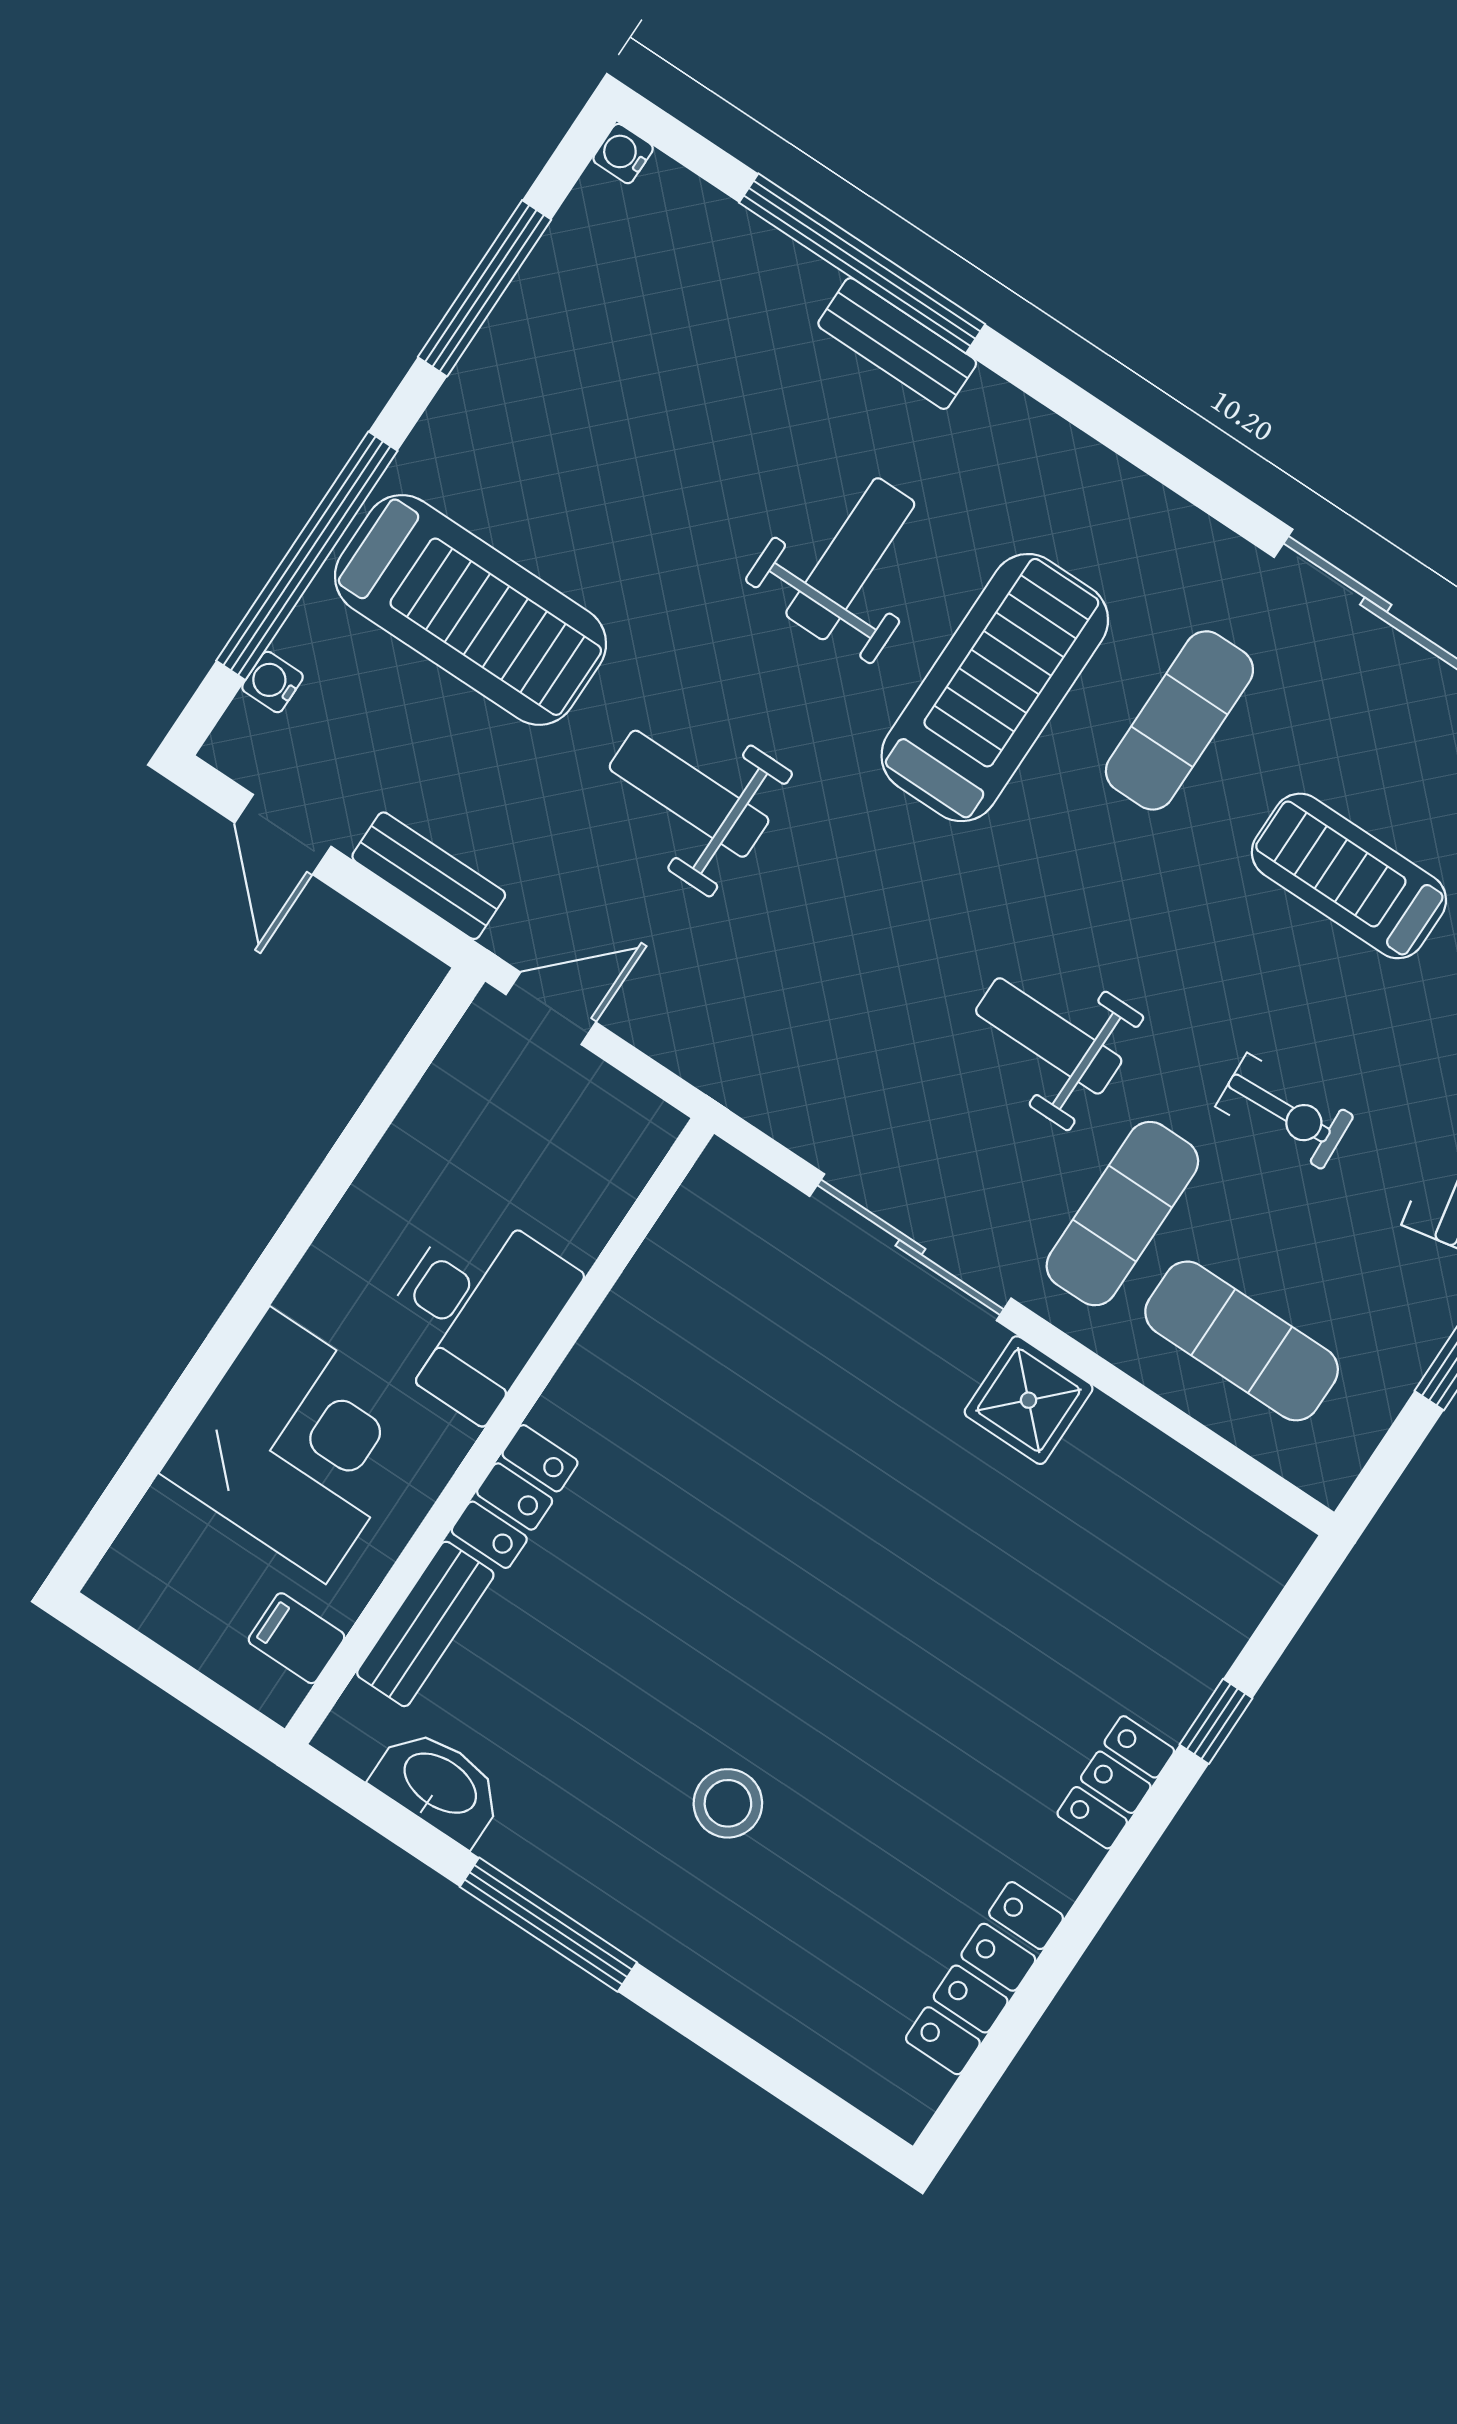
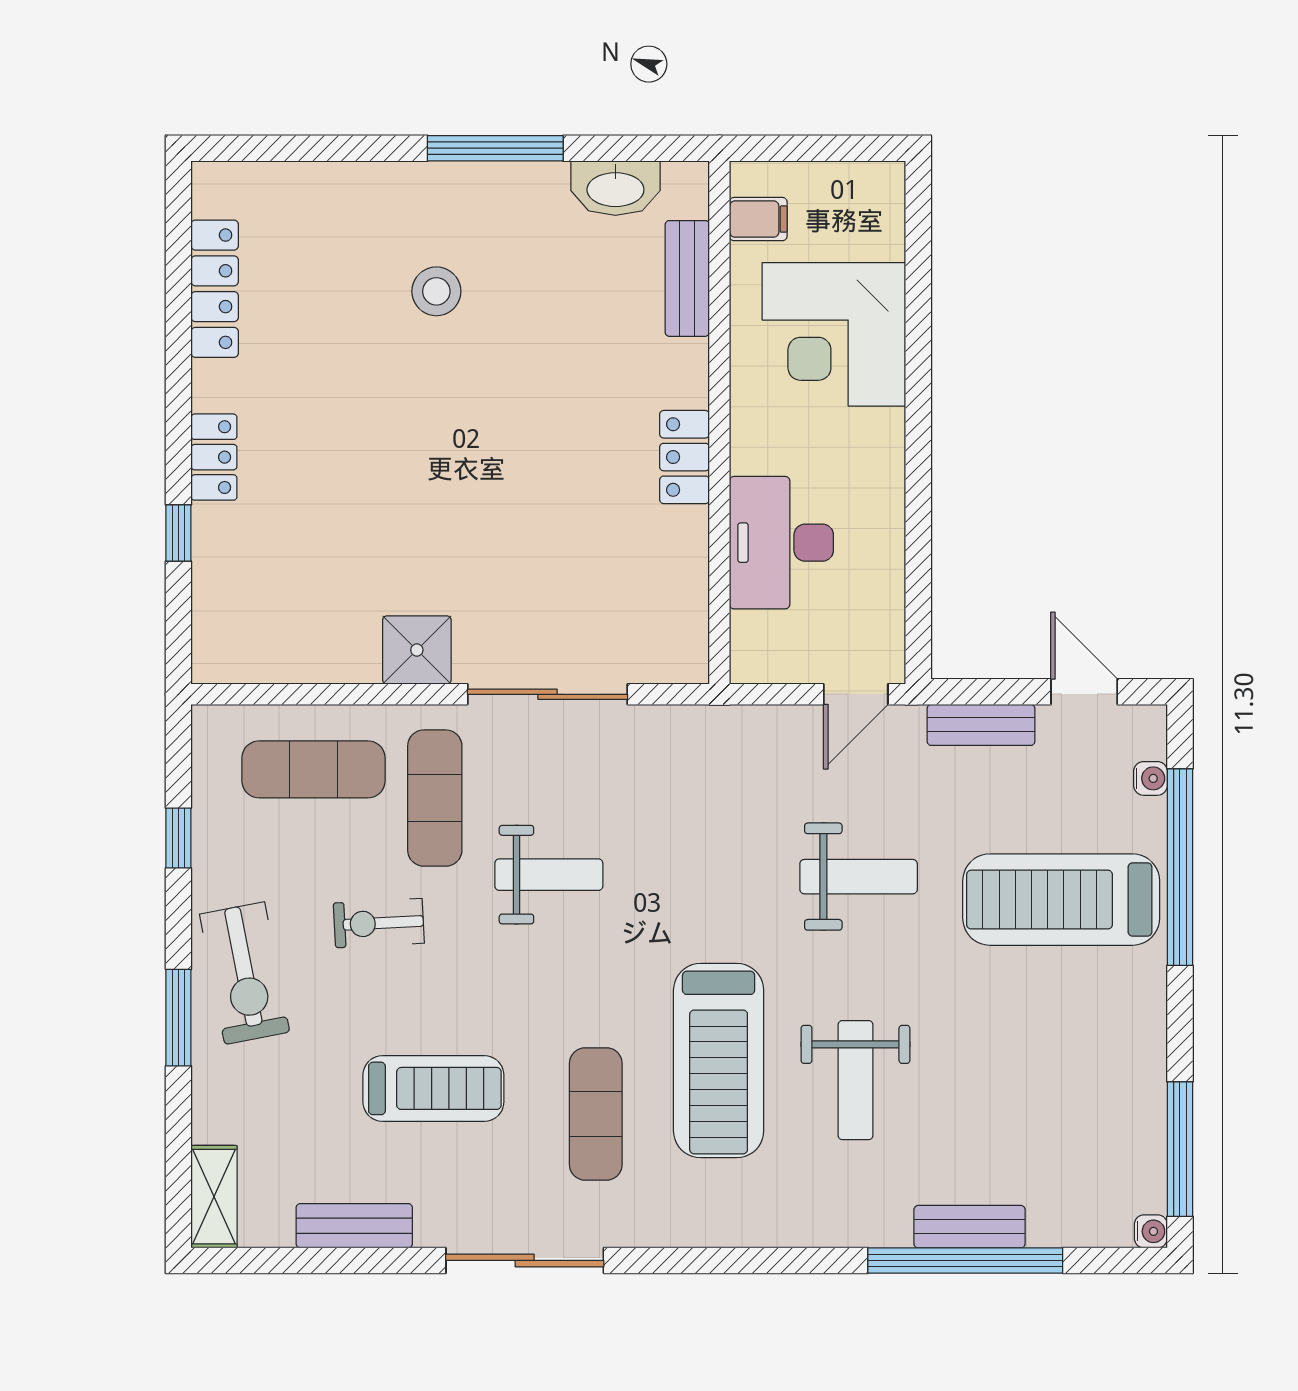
window: (485, 288) -> (1180, 1149), moved
bench: (897, 344) -> (970, 1227), moved
desk: (475, 1312) -> (781, 543), moved
locker: (515, 1497) -> (685, 457), moved

